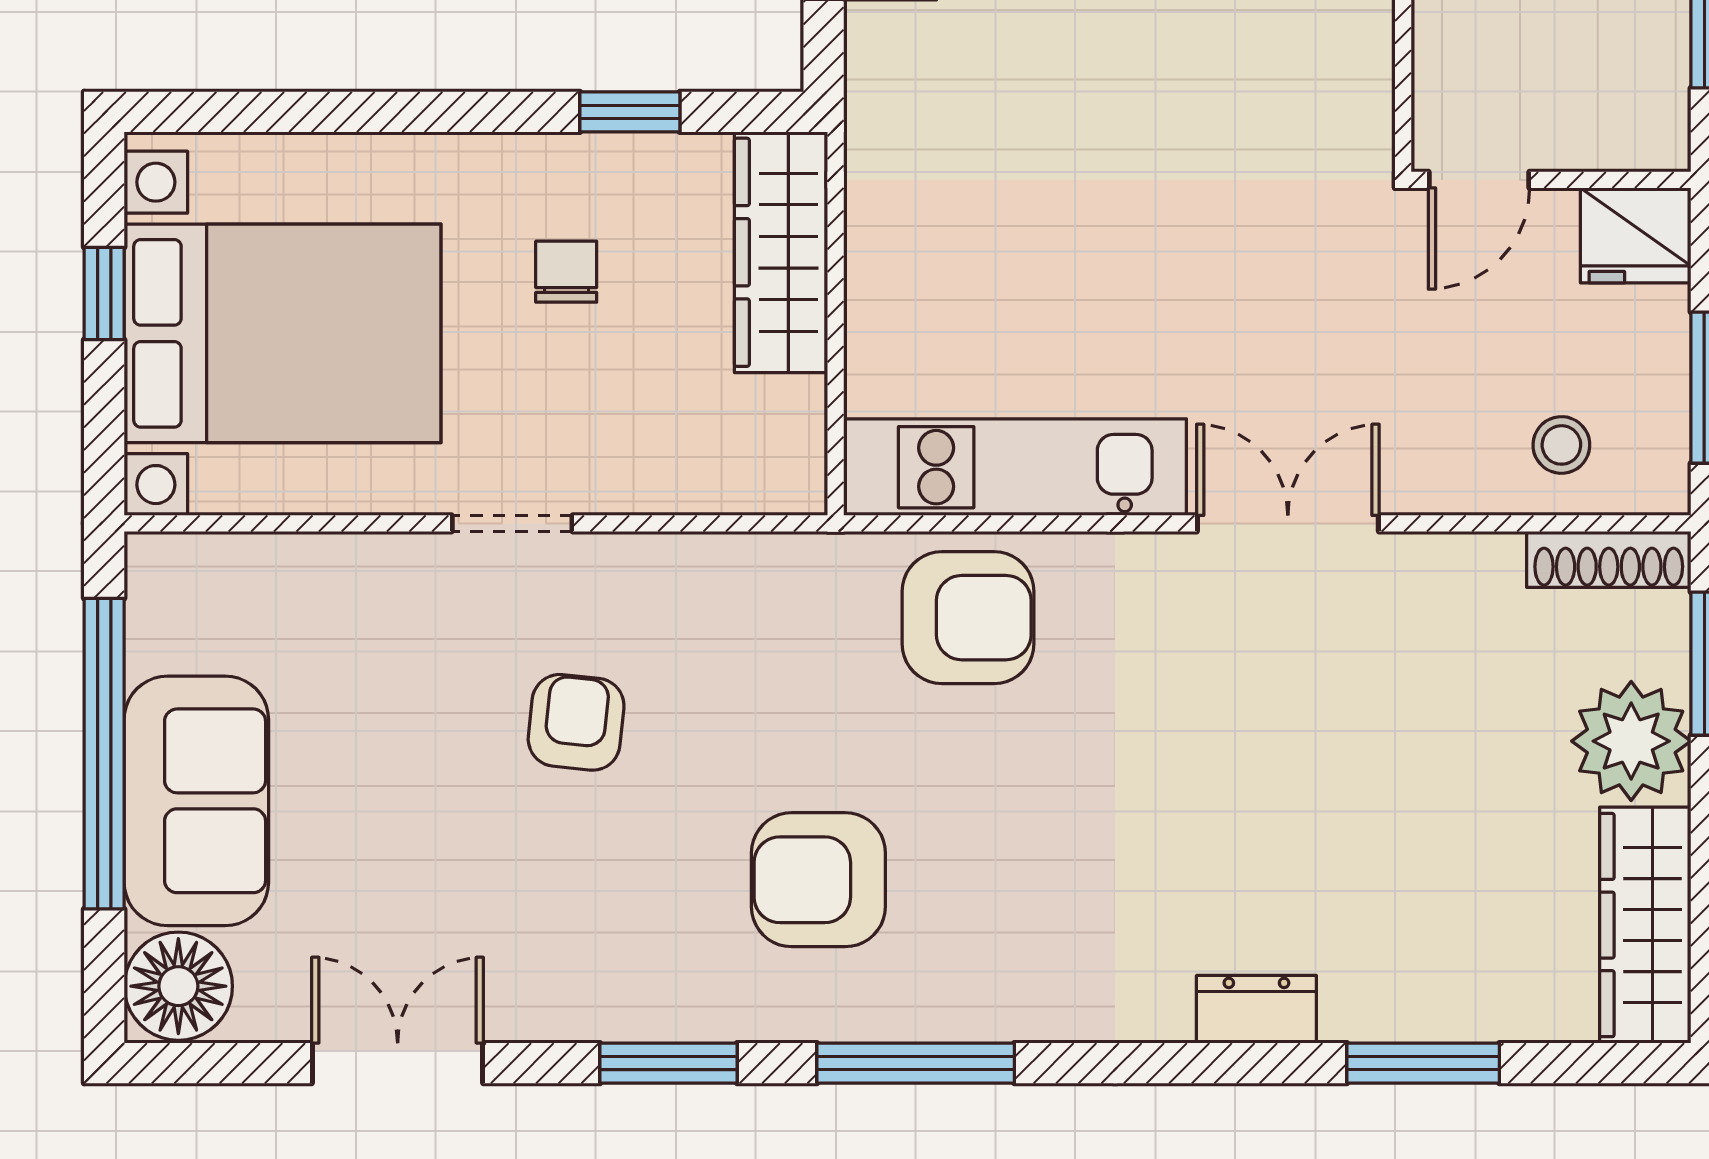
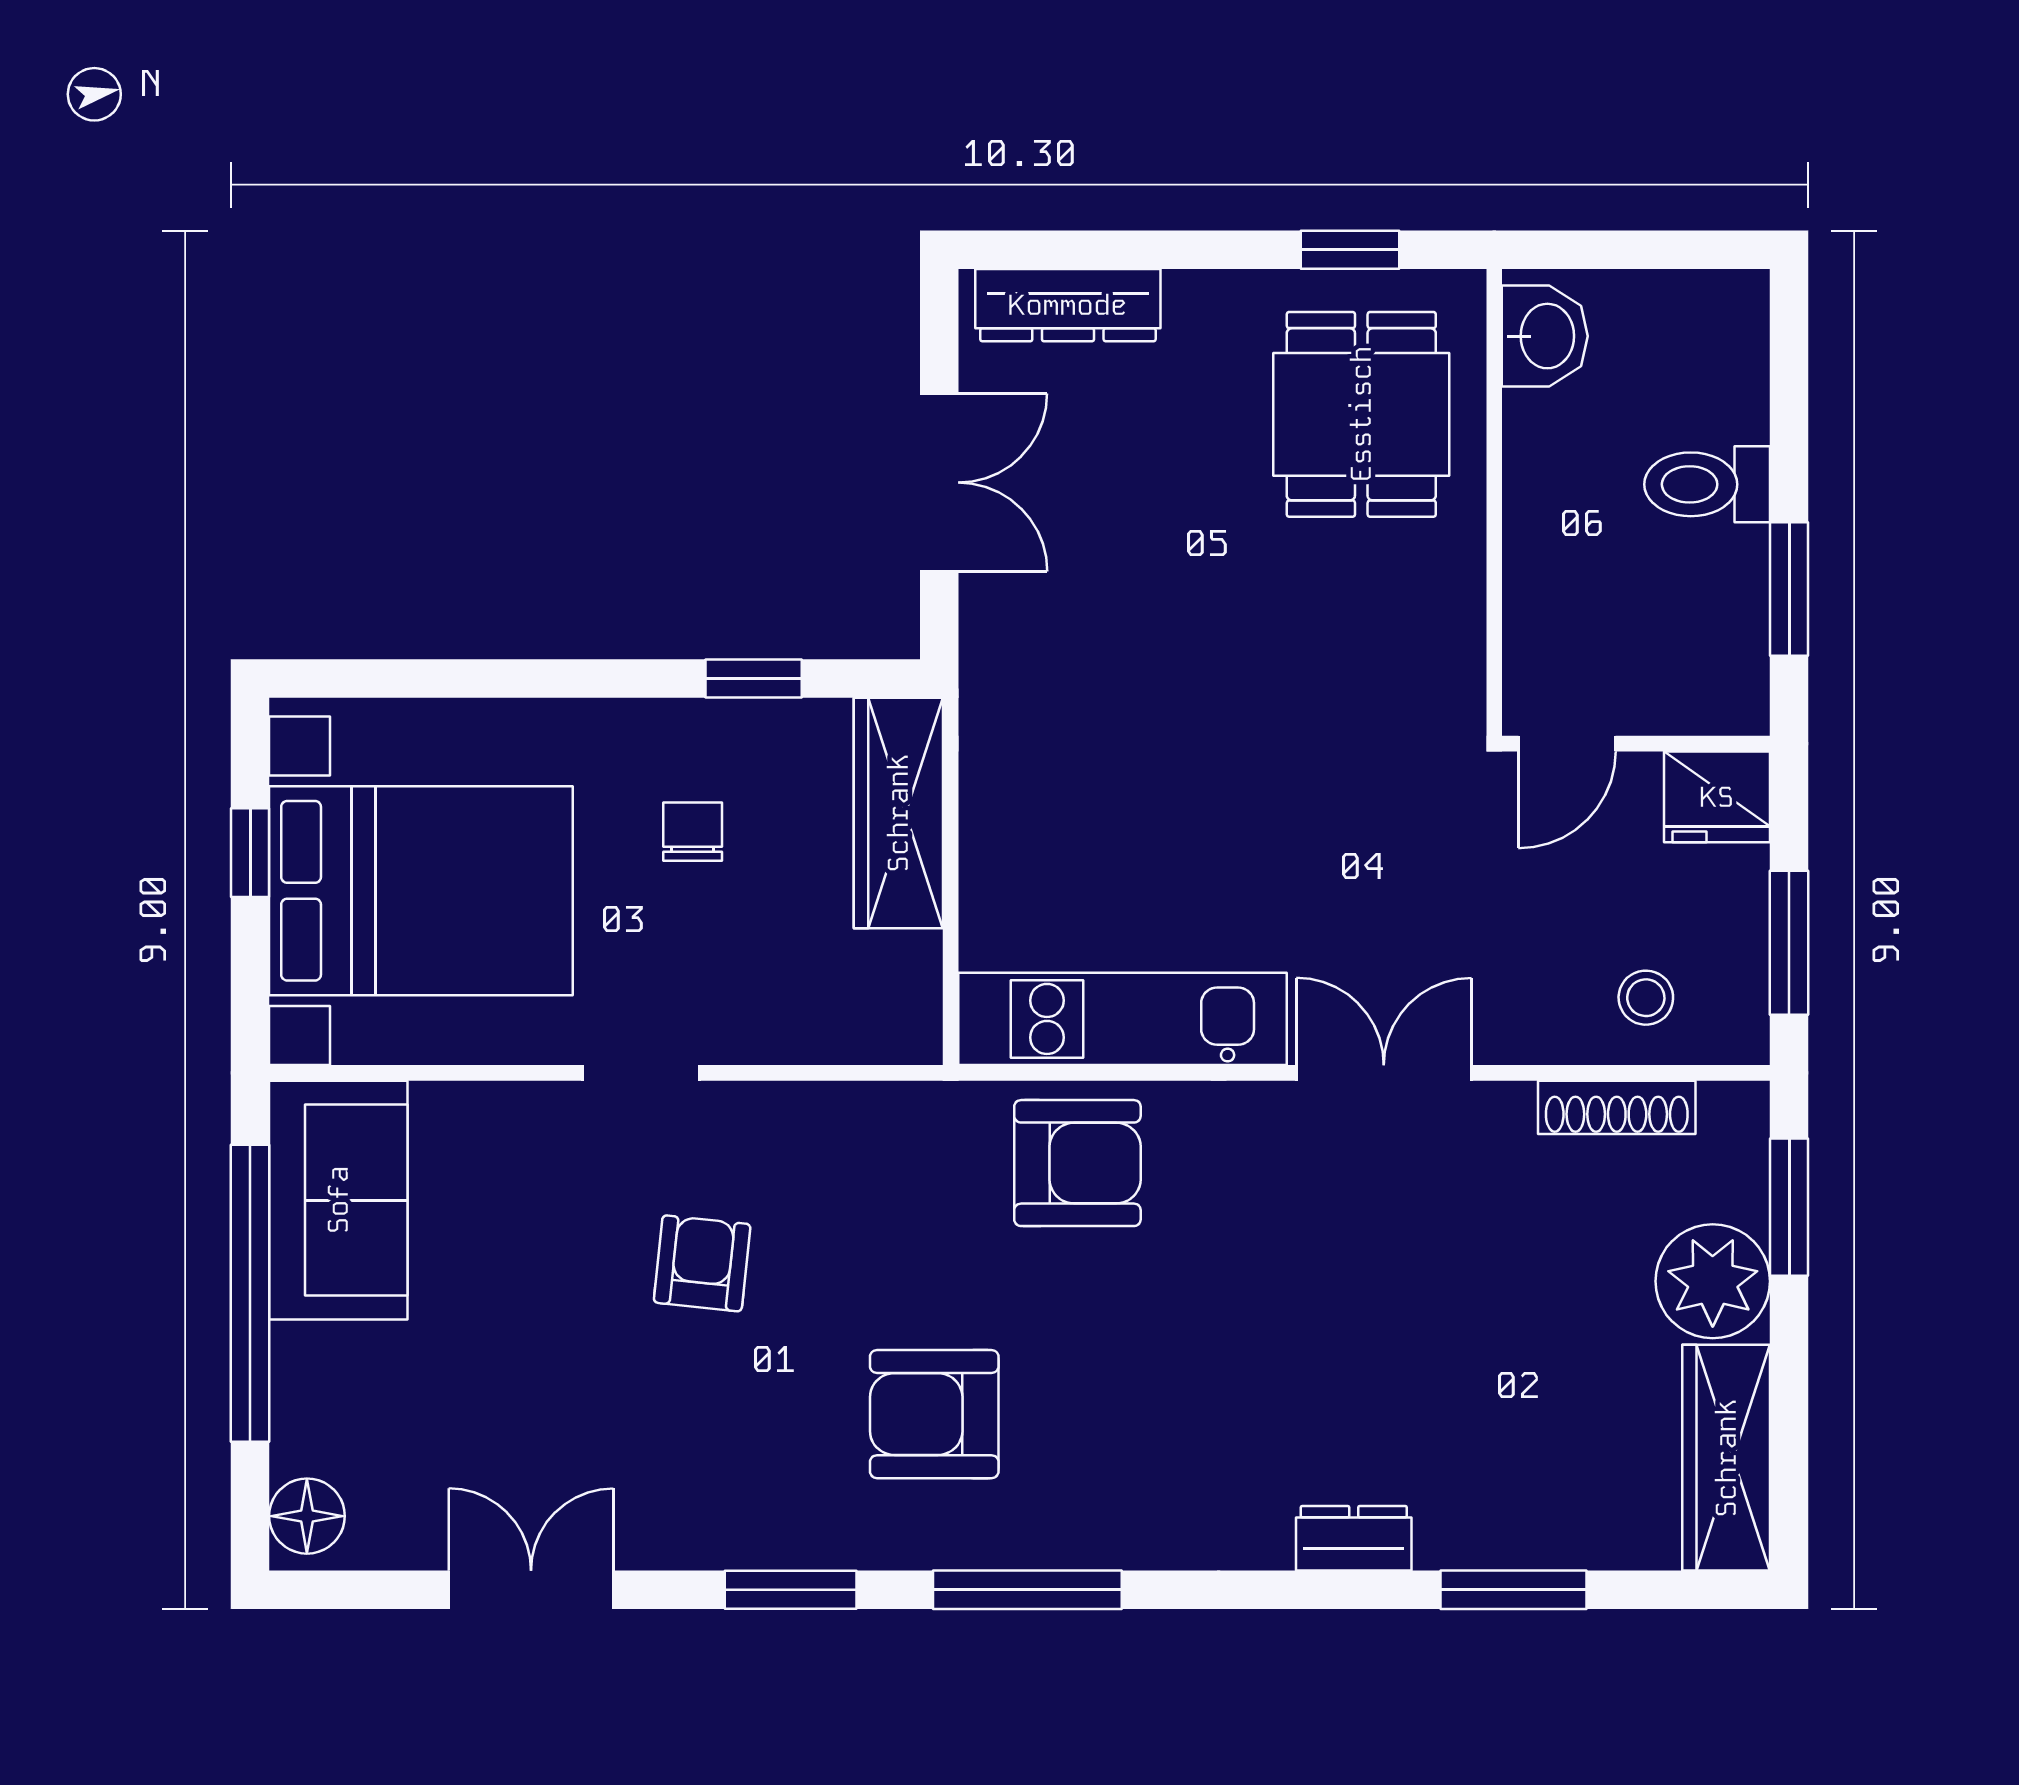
shoe rack: (1609, 559) -> (1617, 1107), moved
sofa: (196, 801) -> (338, 1200), moved
floor lamp: (178, 986) -> (307, 1516), width x0.73, depth x0.73

